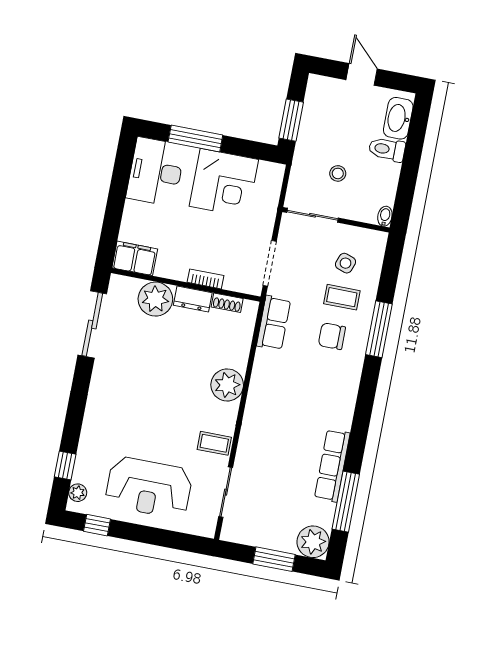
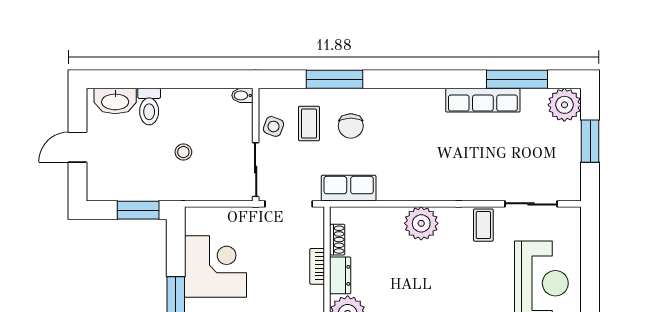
sliding door: (313, 215) -> (256, 170), moved
bidet: (385, 216) -> (242, 95), moved
wall: (336, 220) -> (256, 145), moved

